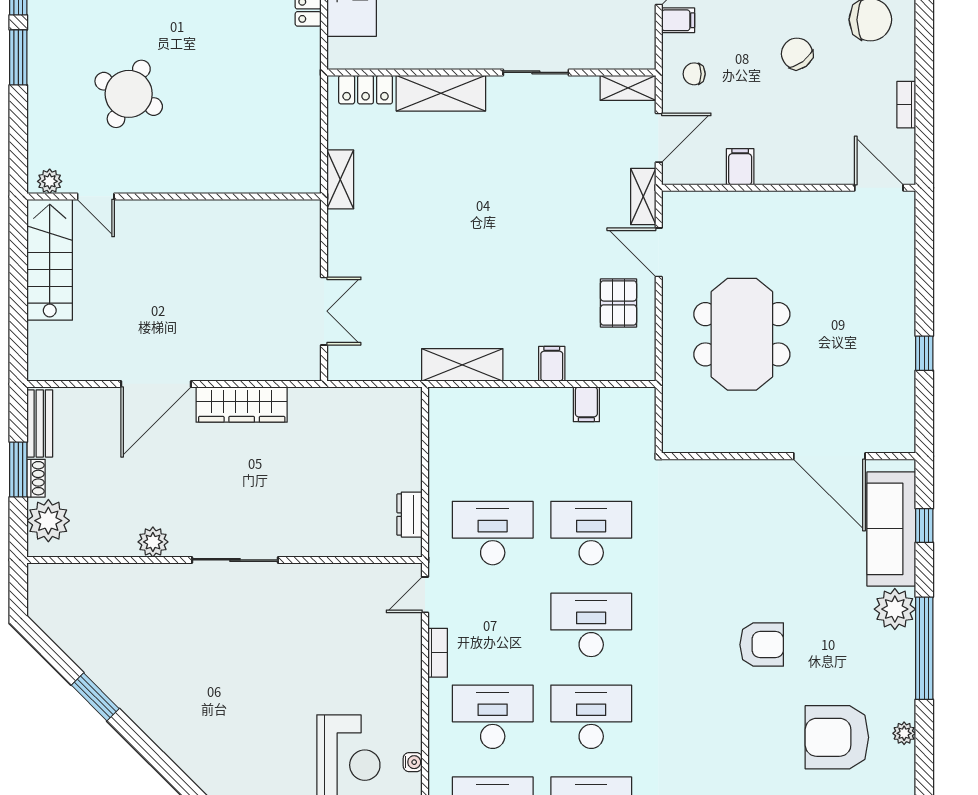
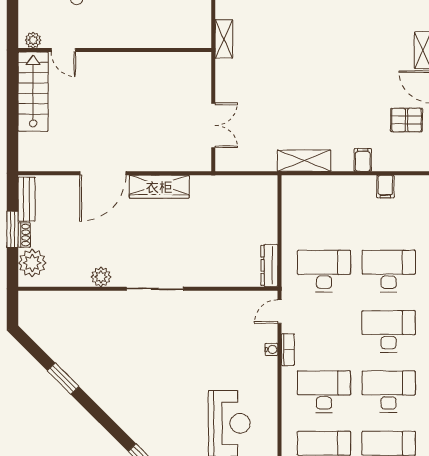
pallet: (618, 303) -> (407, 120), turned 90
dresser: (410, 515) -> (269, 265), width x1.44
water cooler: (413, 762) -> (271, 349), moved

